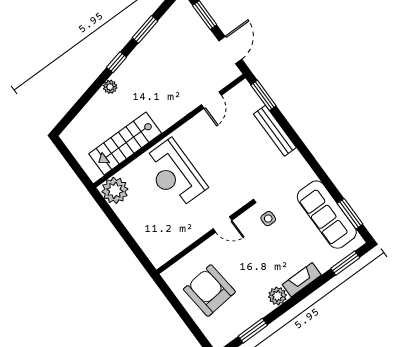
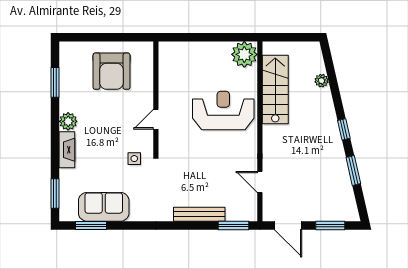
plant: (110, 87) -> (322, 81), moved
sofa: (327, 215) -> (104, 207), width x0.73
armchair: (209, 291) -> (112, 71), turned 96

